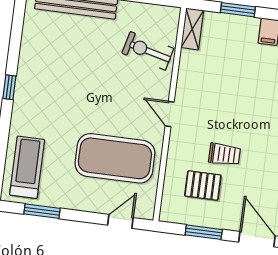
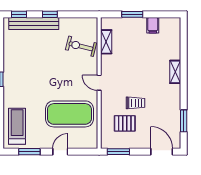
shelving: (192, 29) -> (106, 42), moved
door: (120, 221) -> (60, 152), moved
window: (204, 232) -> (118, 152), moved

